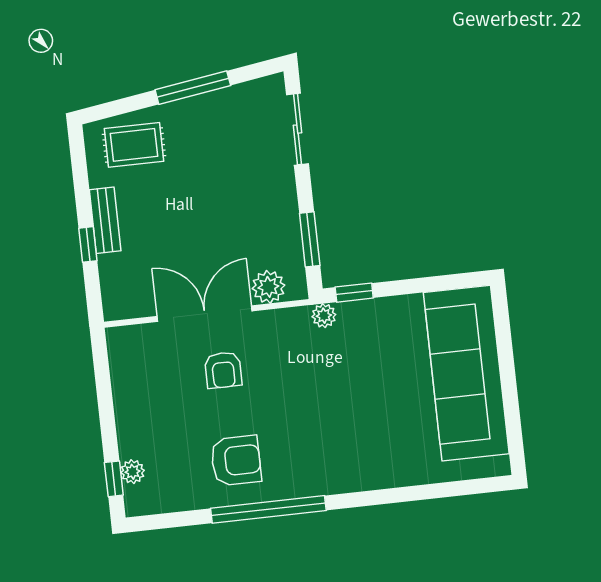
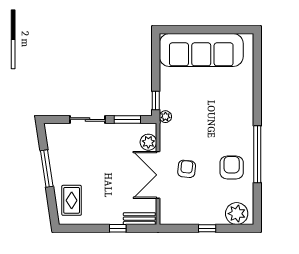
sliding door: (297, 129) -> (87, 119), moved
bench: (105, 220) -> (139, 219), moved
armchair: (223, 370) -> (187, 169), turned -84
plant: (133, 472) -> (237, 214), width x1.87, depth x1.87
window: (114, 479) -> (207, 228), moved

